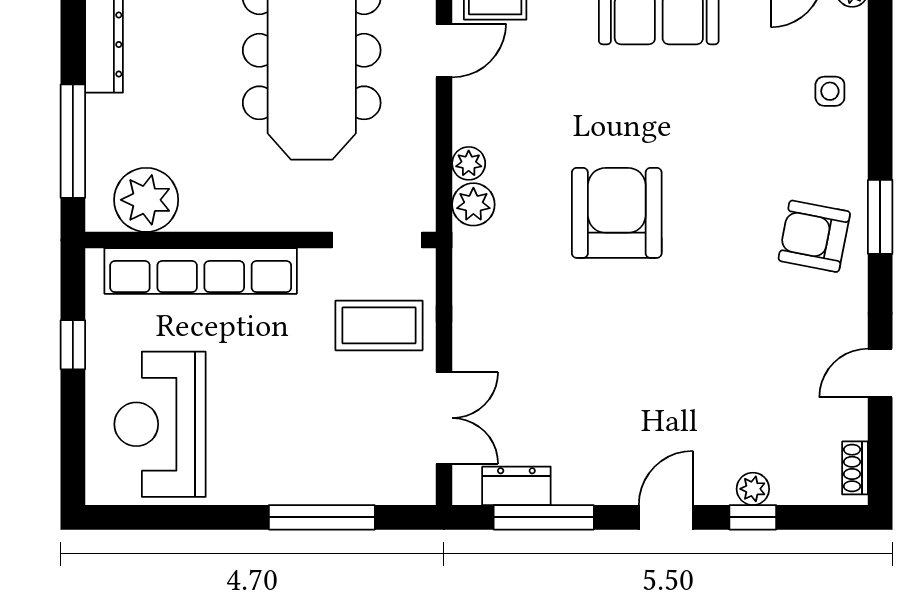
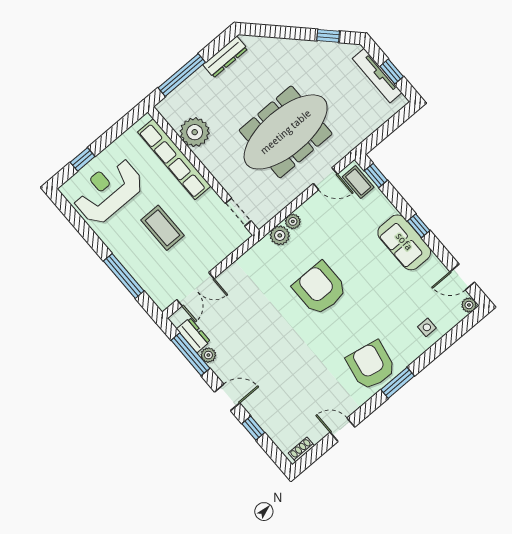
plant: (146, 200) -> (195, 132), moved
armchair: (617, 213) -> (320, 289), turned -90
armchair: (814, 236) -> (371, 365), width x1.36, depth x1.36
doorway: (377, 240) -> (238, 212), width x0.73
coffee table: (379, 325) -> (163, 228), moved
window: (73, 345) -> (83, 159), moved
plant: (753, 489) -> (208, 355), moved

